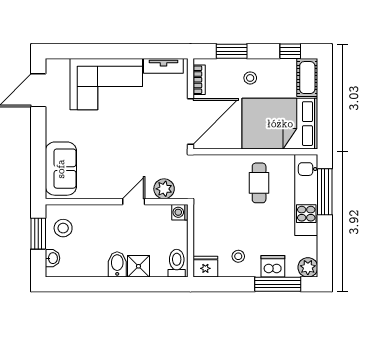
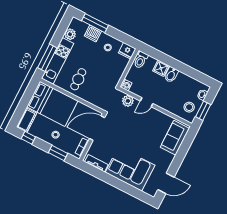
plant: (308, 267) -> (70, 34), moved

